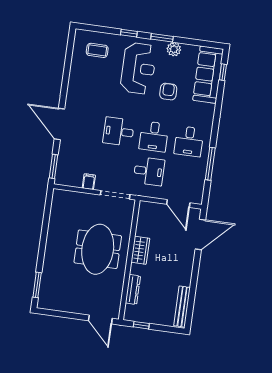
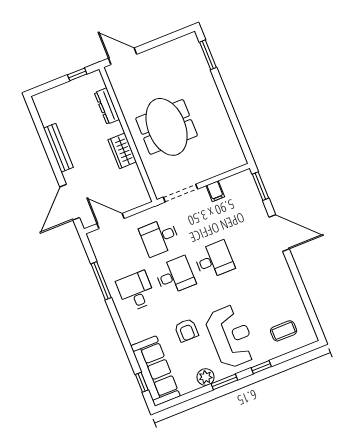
reception desk: (138, 68) -> (231, 337), turned 180
desk: (154, 136) -> (175, 276), turned 90
bench: (182, 307) -> (58, 148), moved

